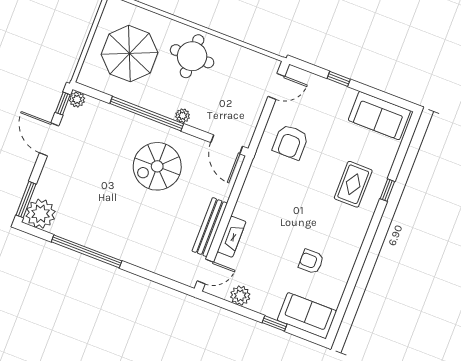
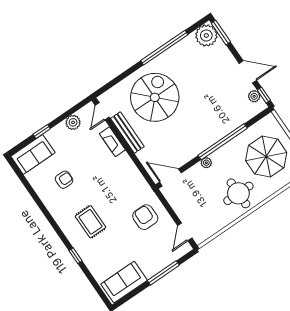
window: (339, 79) -> (163, 273), width x2.17
plant: (77, 99) -> (254, 96), moved
spiral stairs: (157, 166) -> (155, 97), moved, width x1.37, depth x1.37
rug: (353, 184) -> (91, 222), moved

